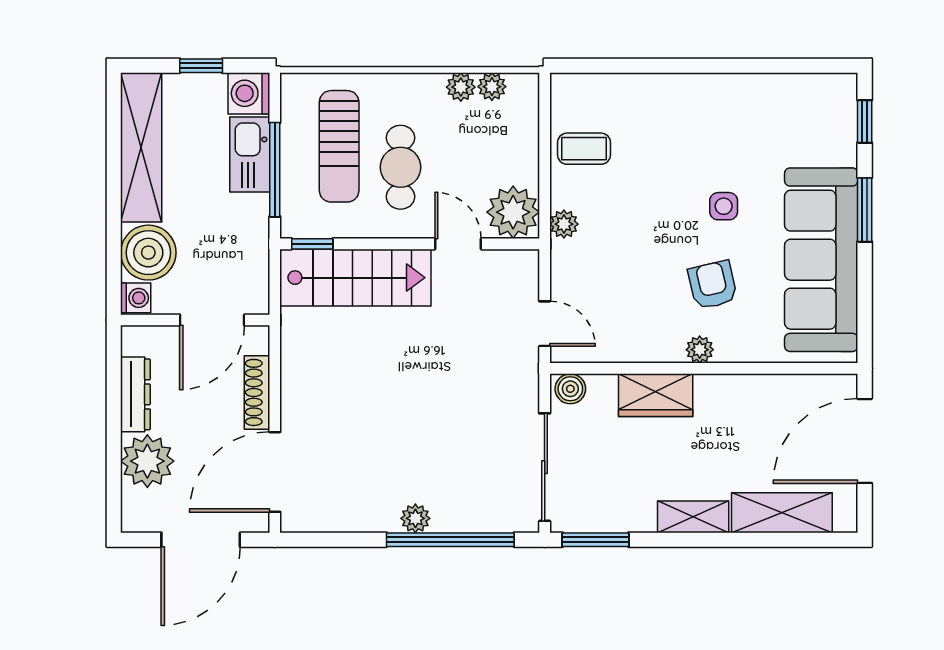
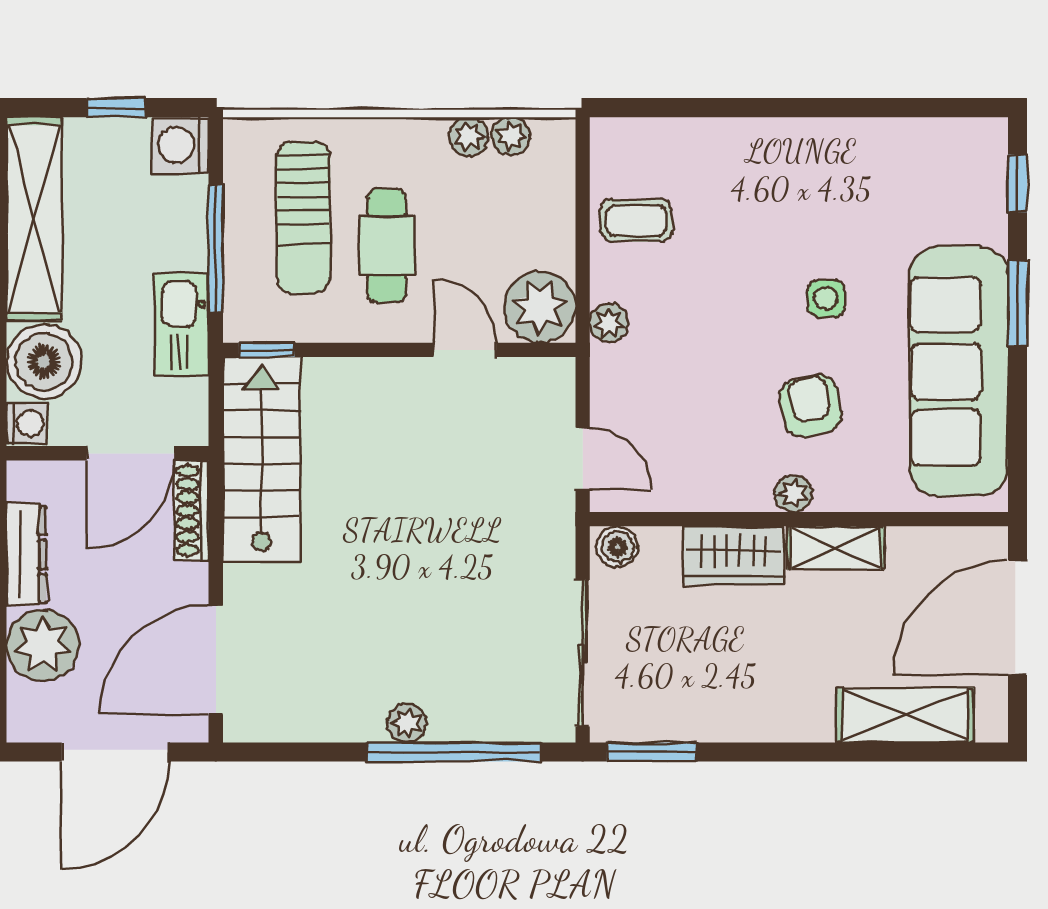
kitchen sink: (250, 154) -> (182, 324), moved
stairs: (355, 278) -> (262, 460), moved, turned -90
shoe rack: (257, 392) -> (192, 511), moved
shelving: (693, 517) -> (836, 548), moved

